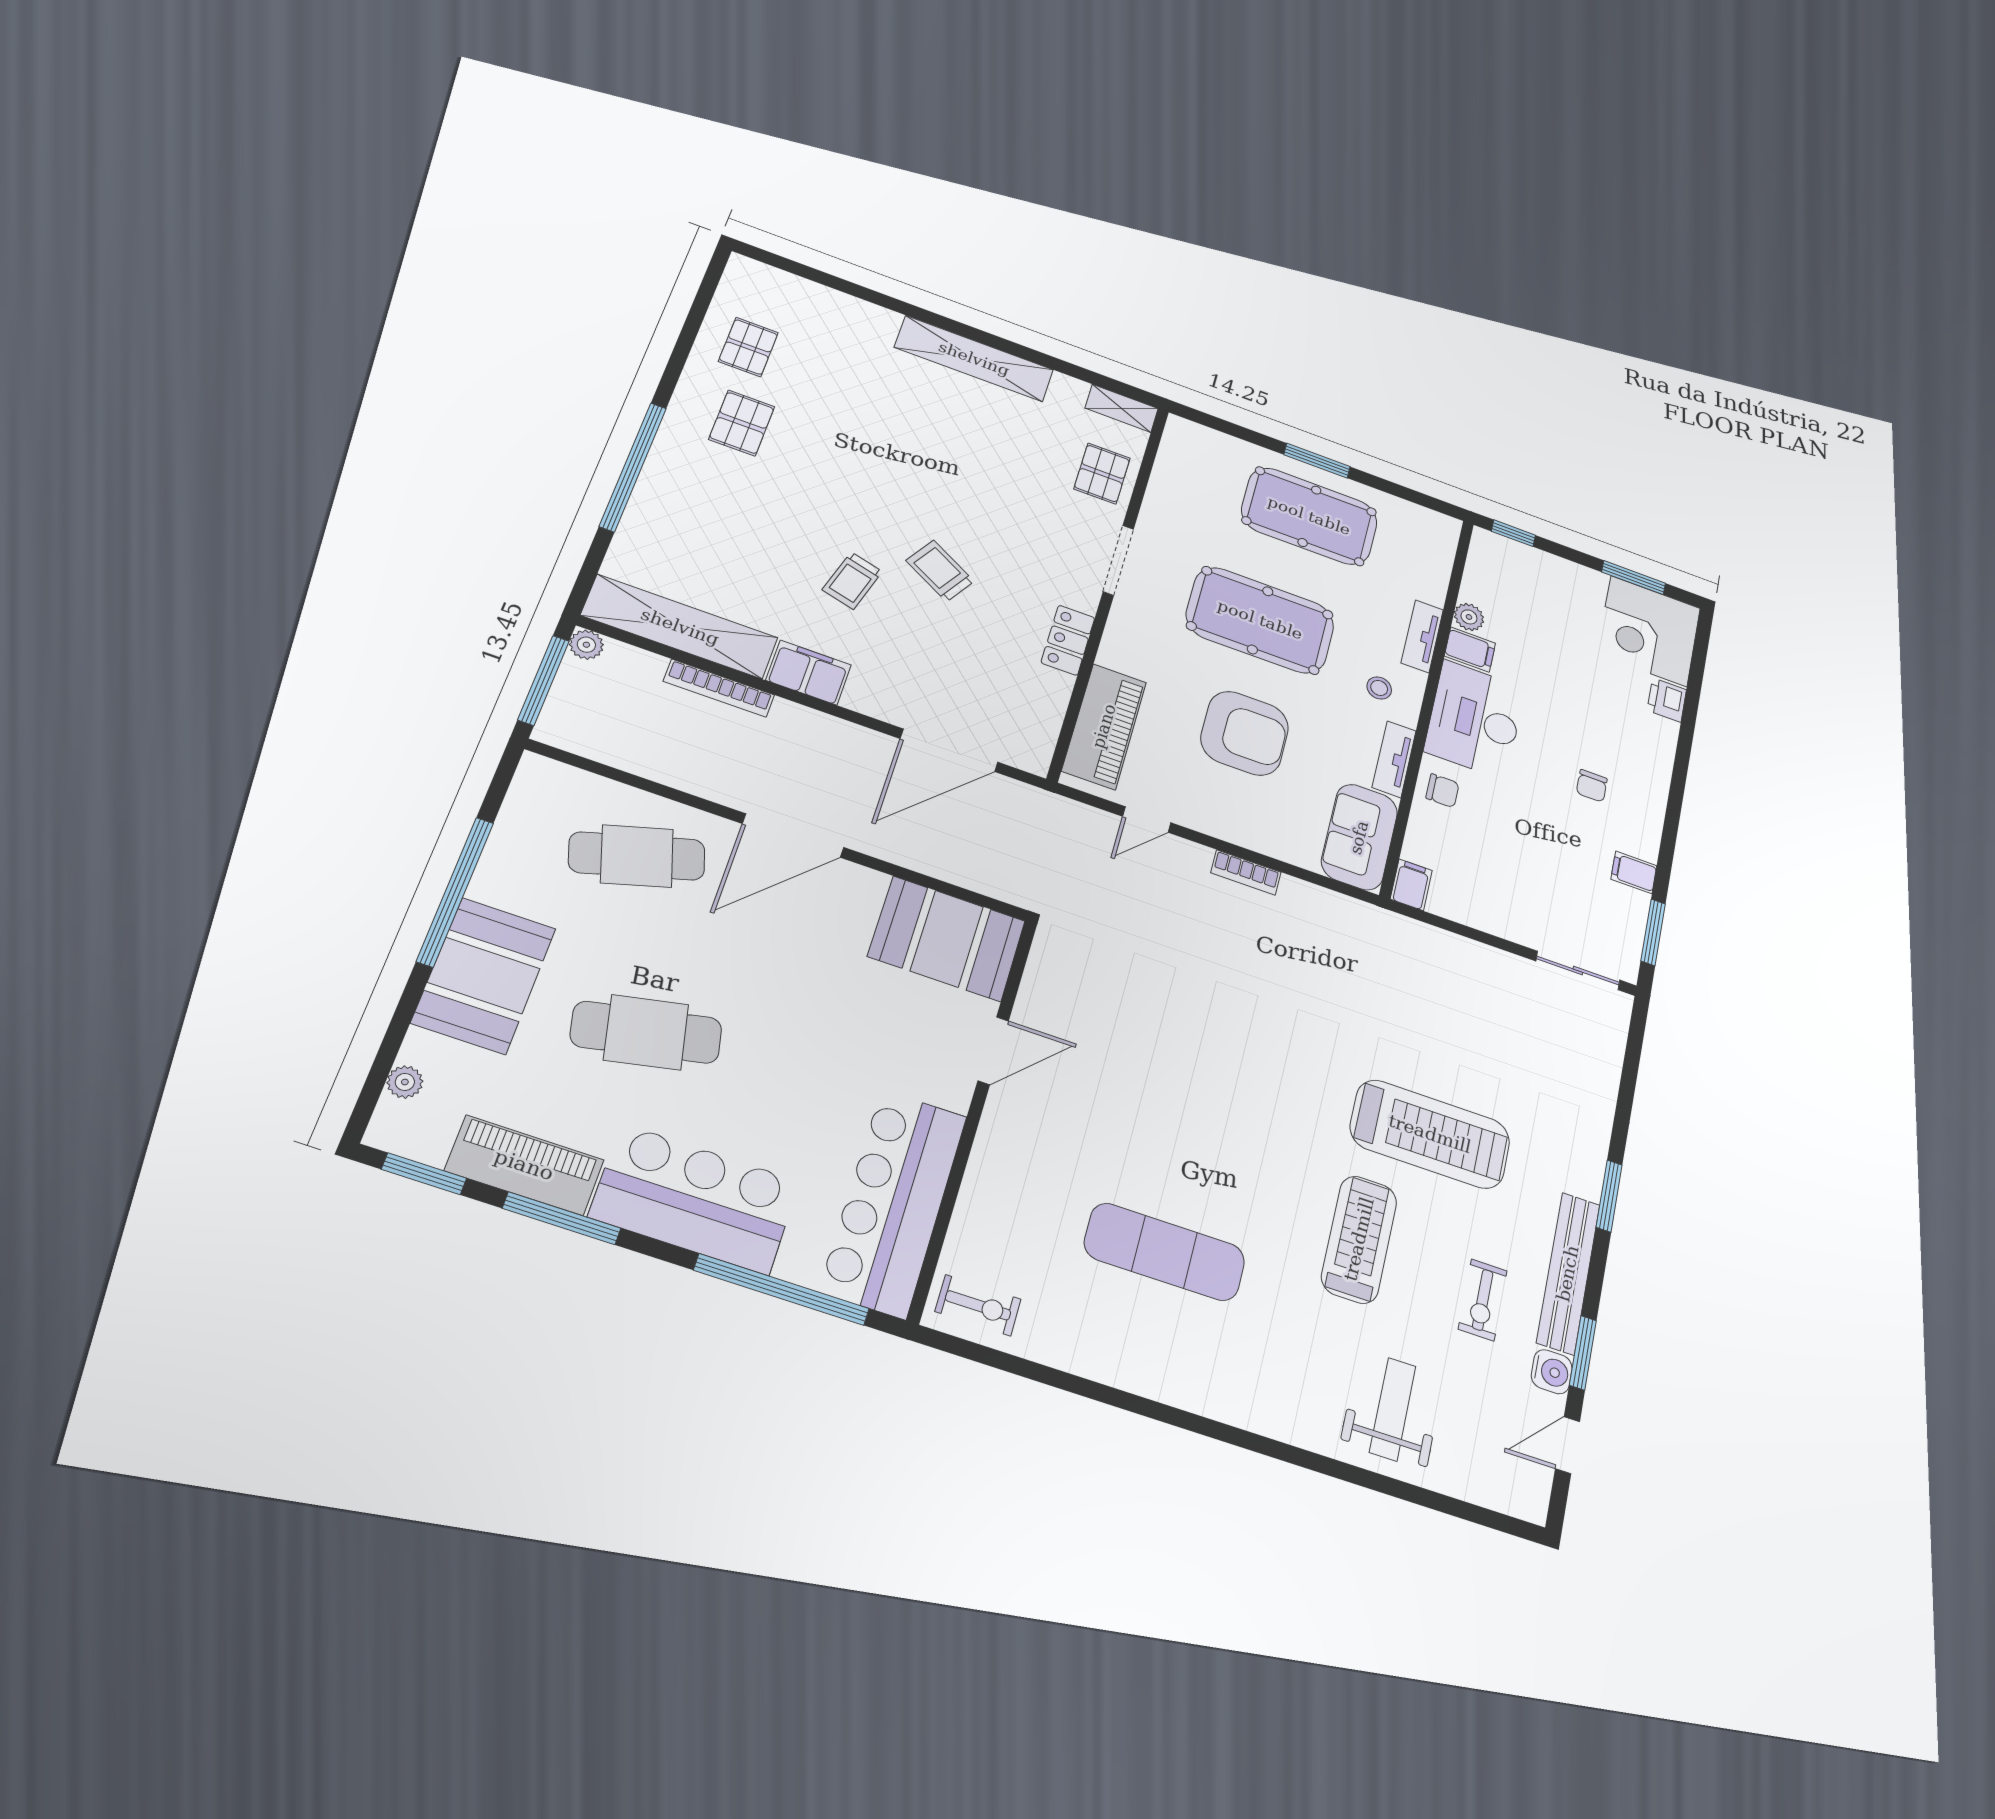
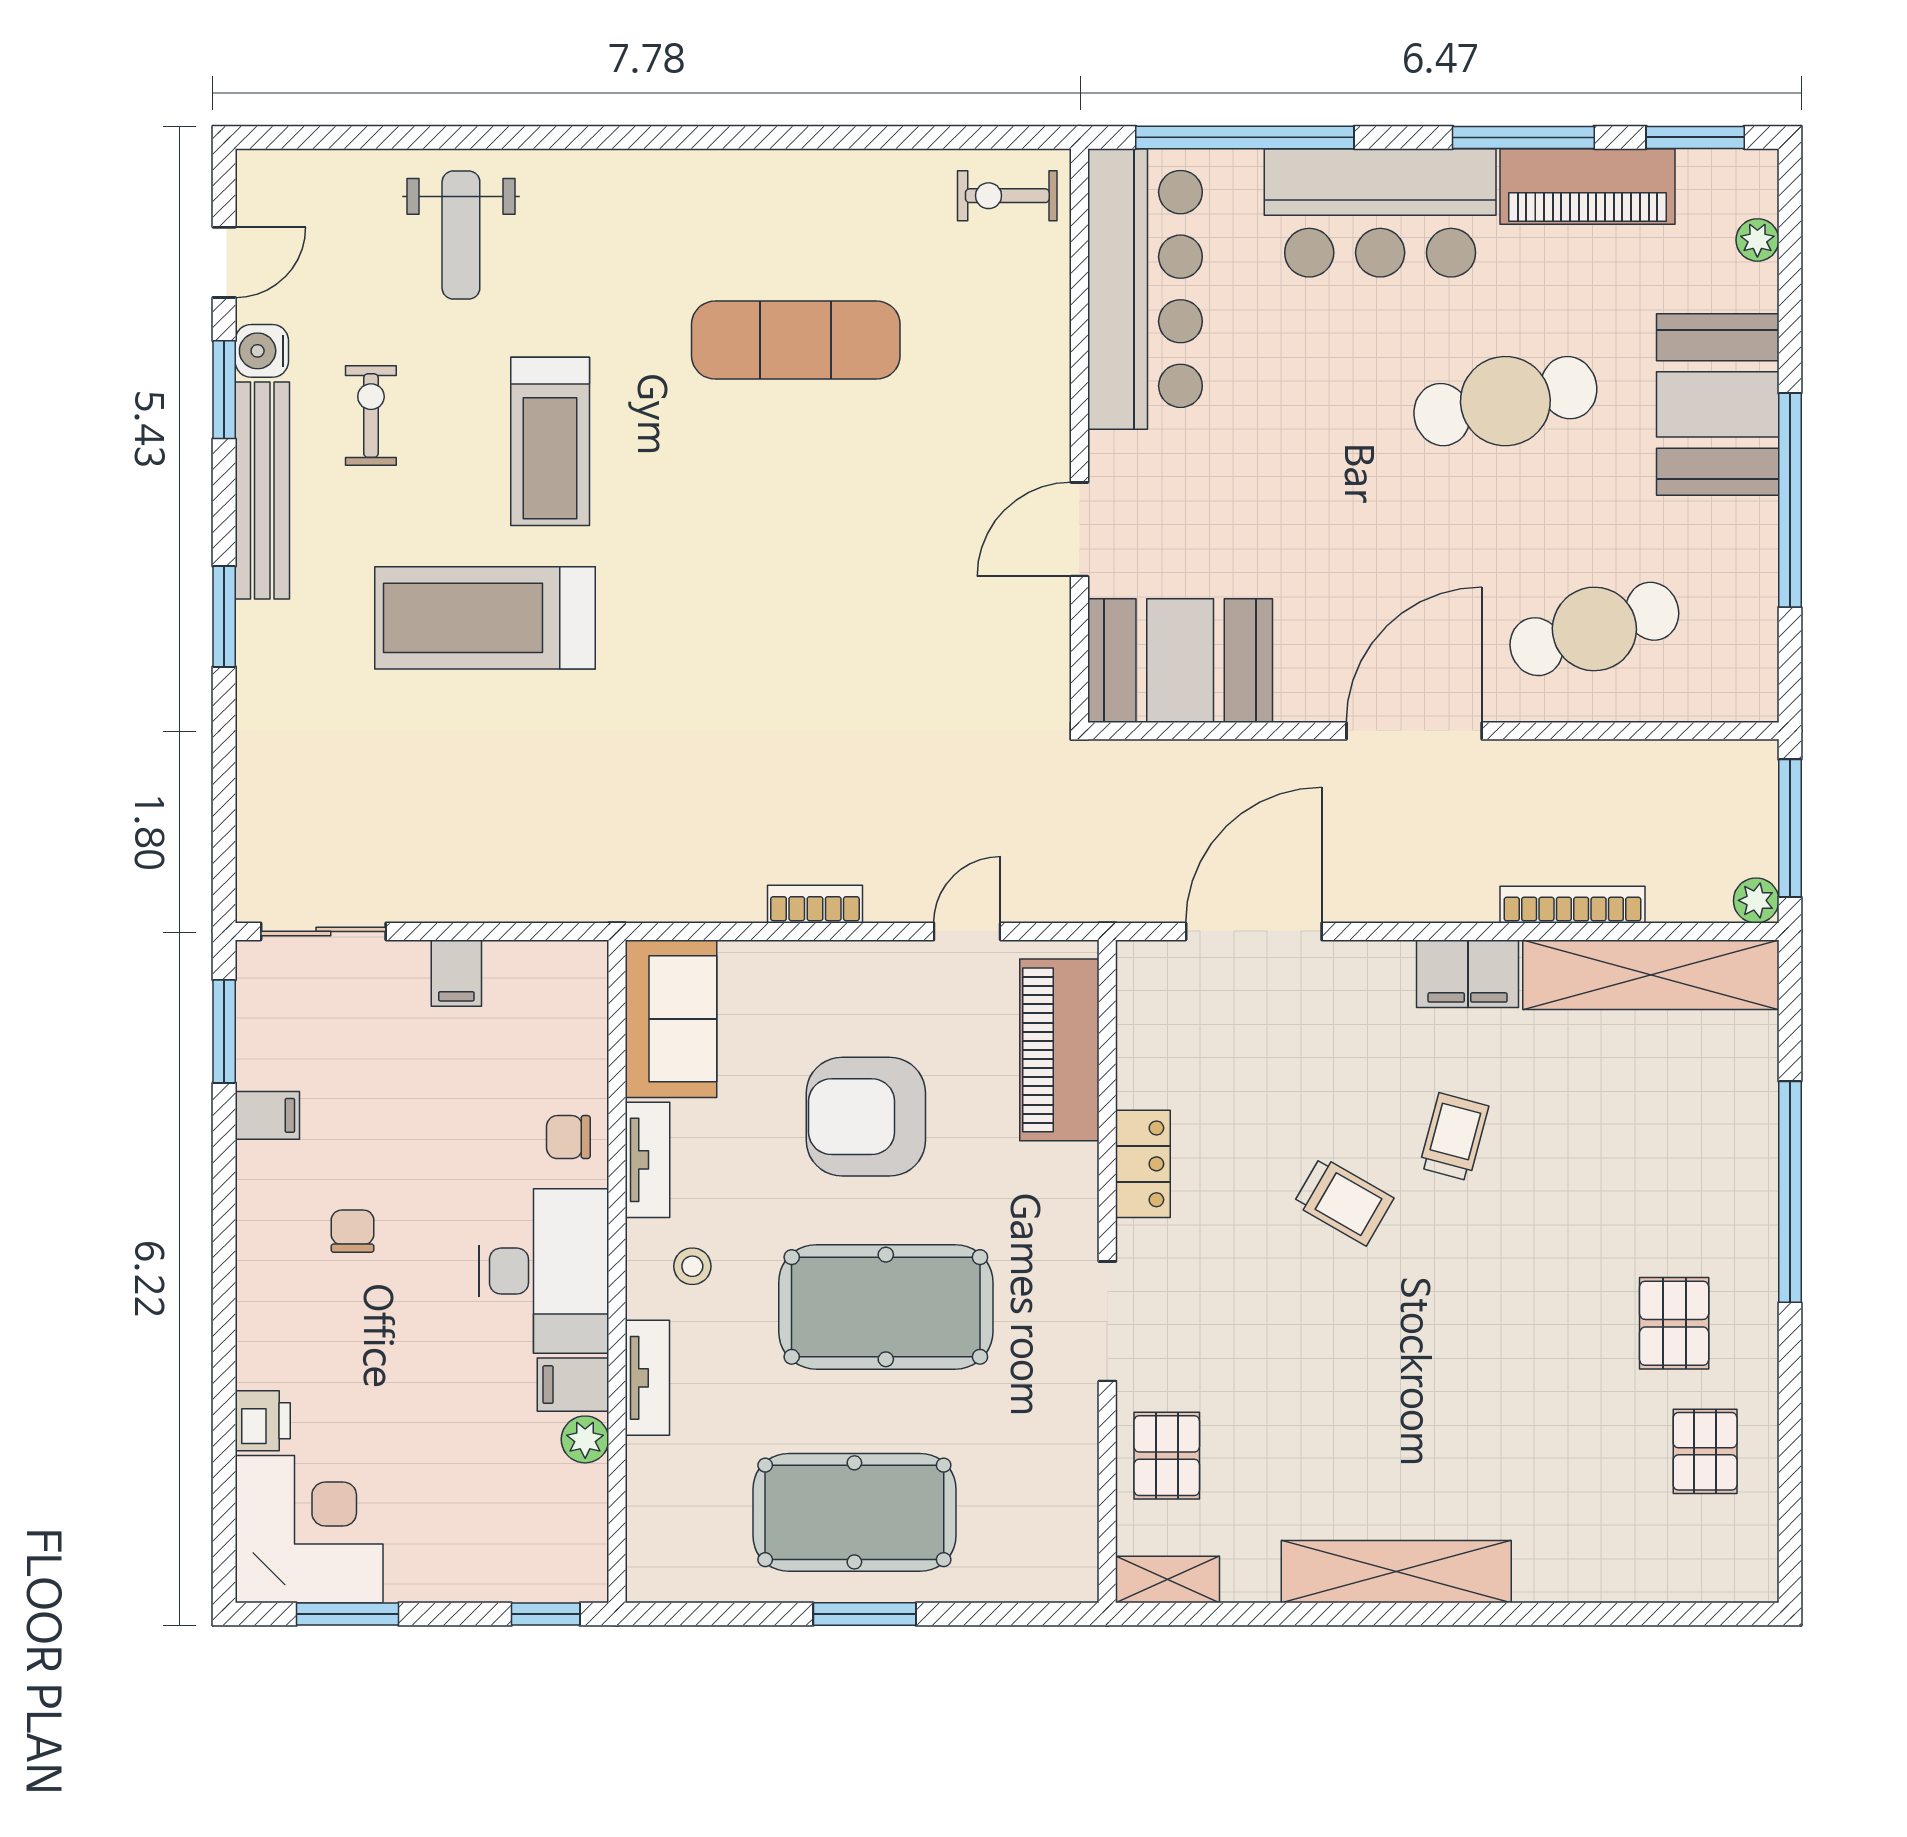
filing cabinet: (1411, 885) -> (456, 973), moved

